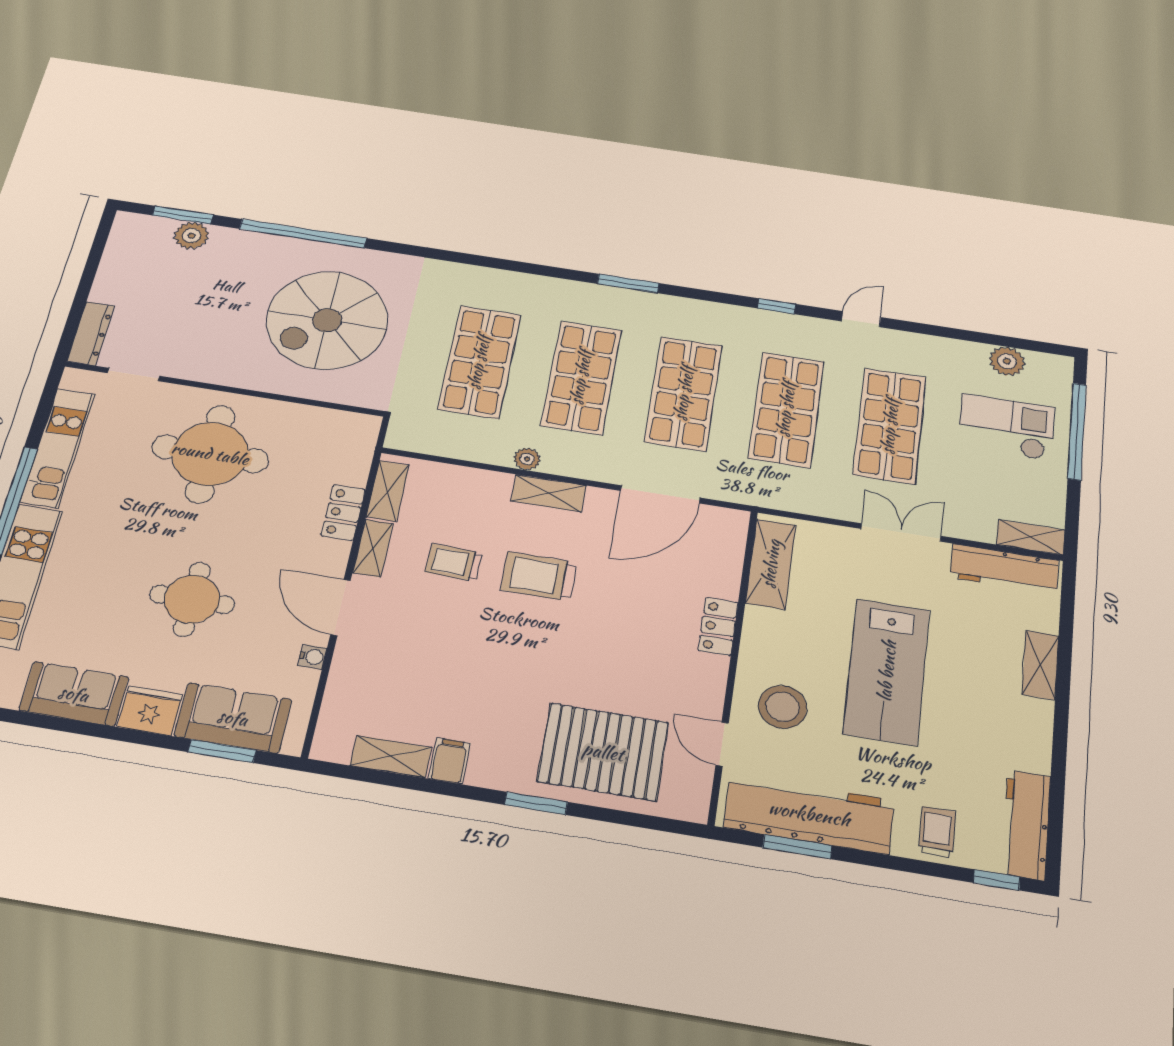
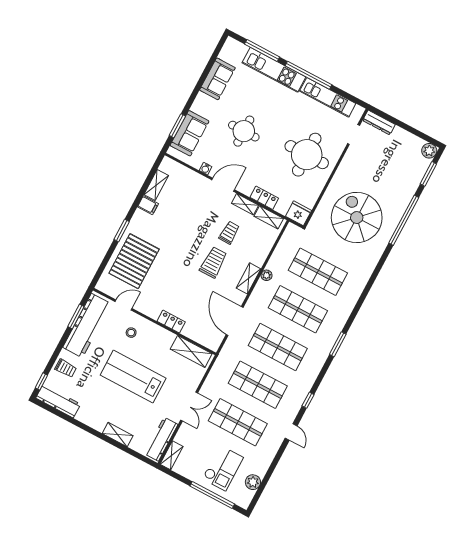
plant: (191, 236) -> (429, 151), moved
stool: (783, 707) -> (131, 333), width x0.53, depth x0.53
fridge: (150, 711) -> (298, 213), moved, turned -90

